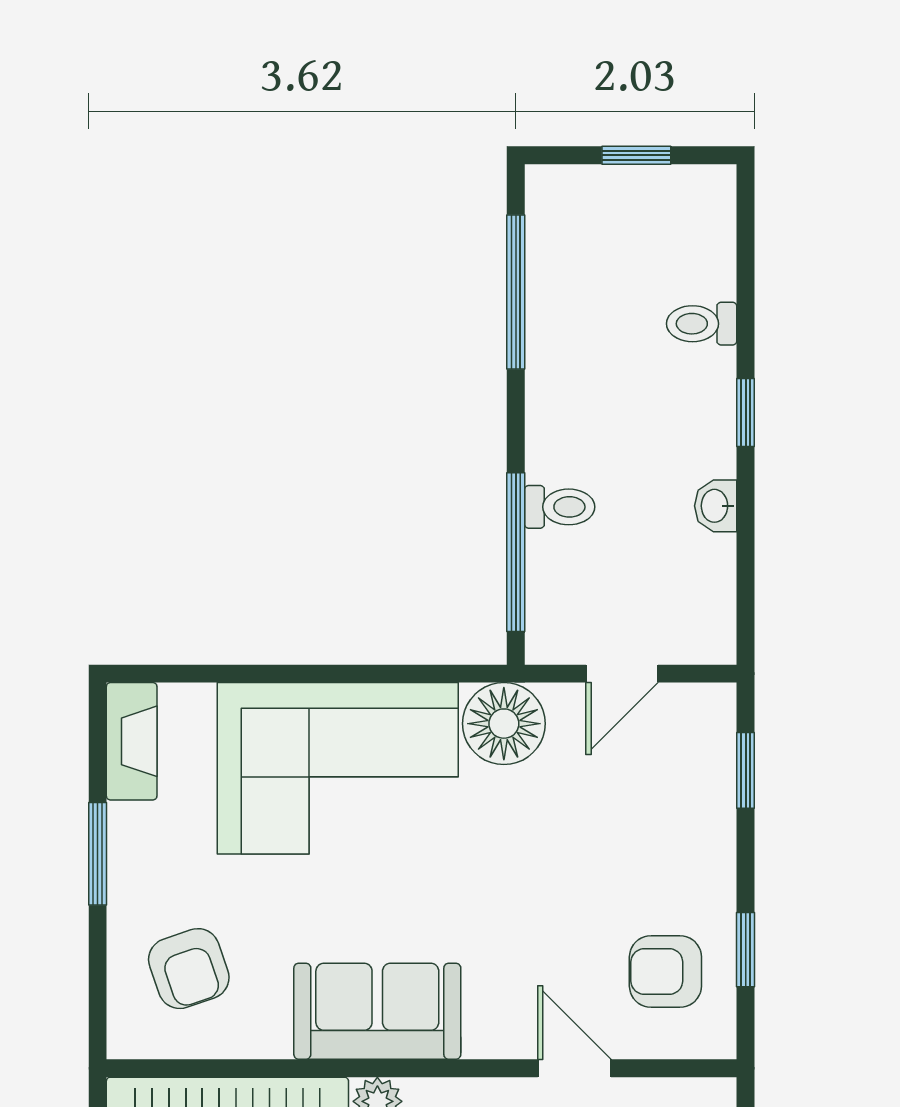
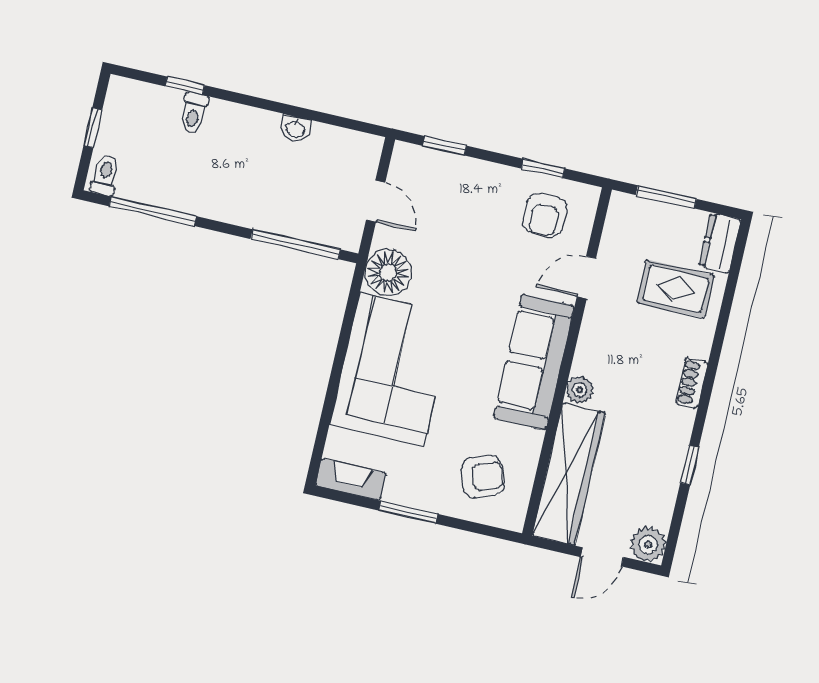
window: (746, 412) -> (185, 86), moved
toilet: (560, 507) -> (105, 175), moved
sofa: (377, 1011) -> (534, 362), width x1.36

